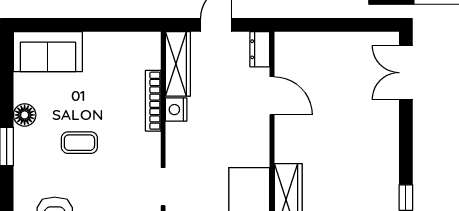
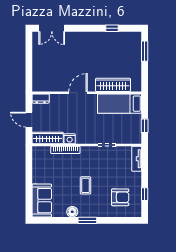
door: (272, 96) -> (78, 93), moved

